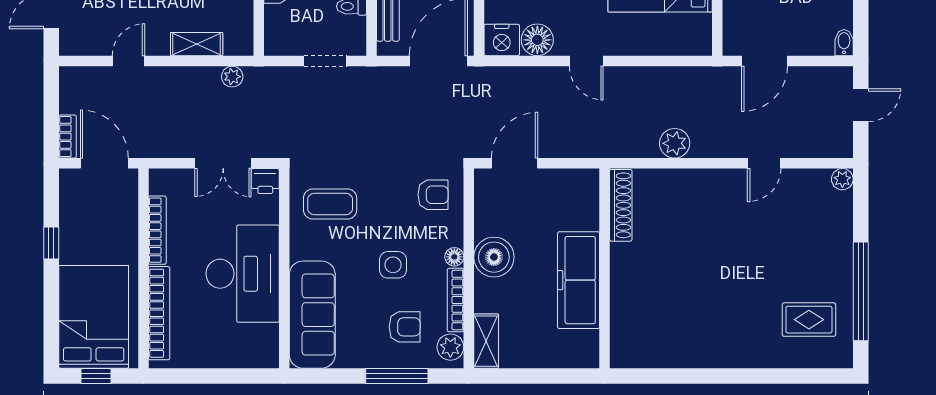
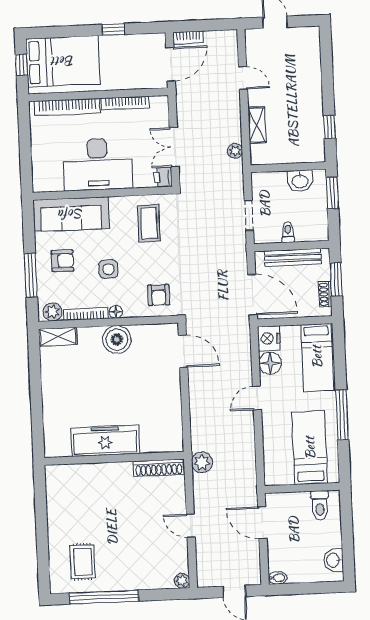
shoe rack: (621, 205) -> (159, 468), moved
wall: (605, 268) -> (114, 458), moved
freezer: (579, 280) -> (105, 441), moved
armchair: (405, 327) -> (62, 261), moved, turned -90

